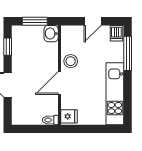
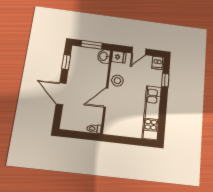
window: (128, 53) -> (165, 80), width x0.46
fridge: (69, 116) -> (119, 57), moved

